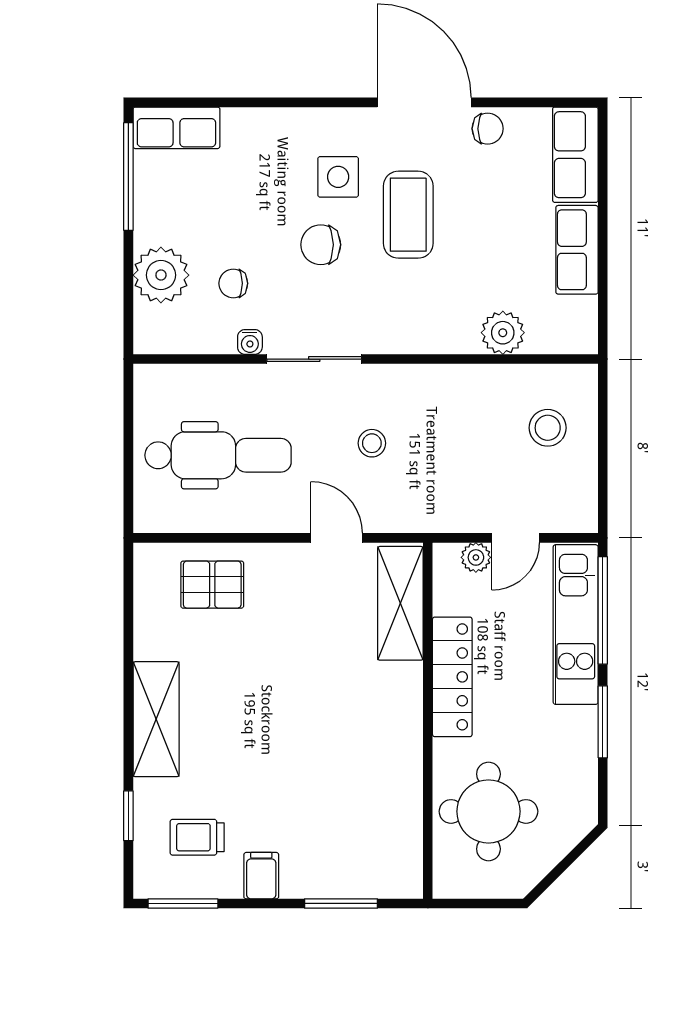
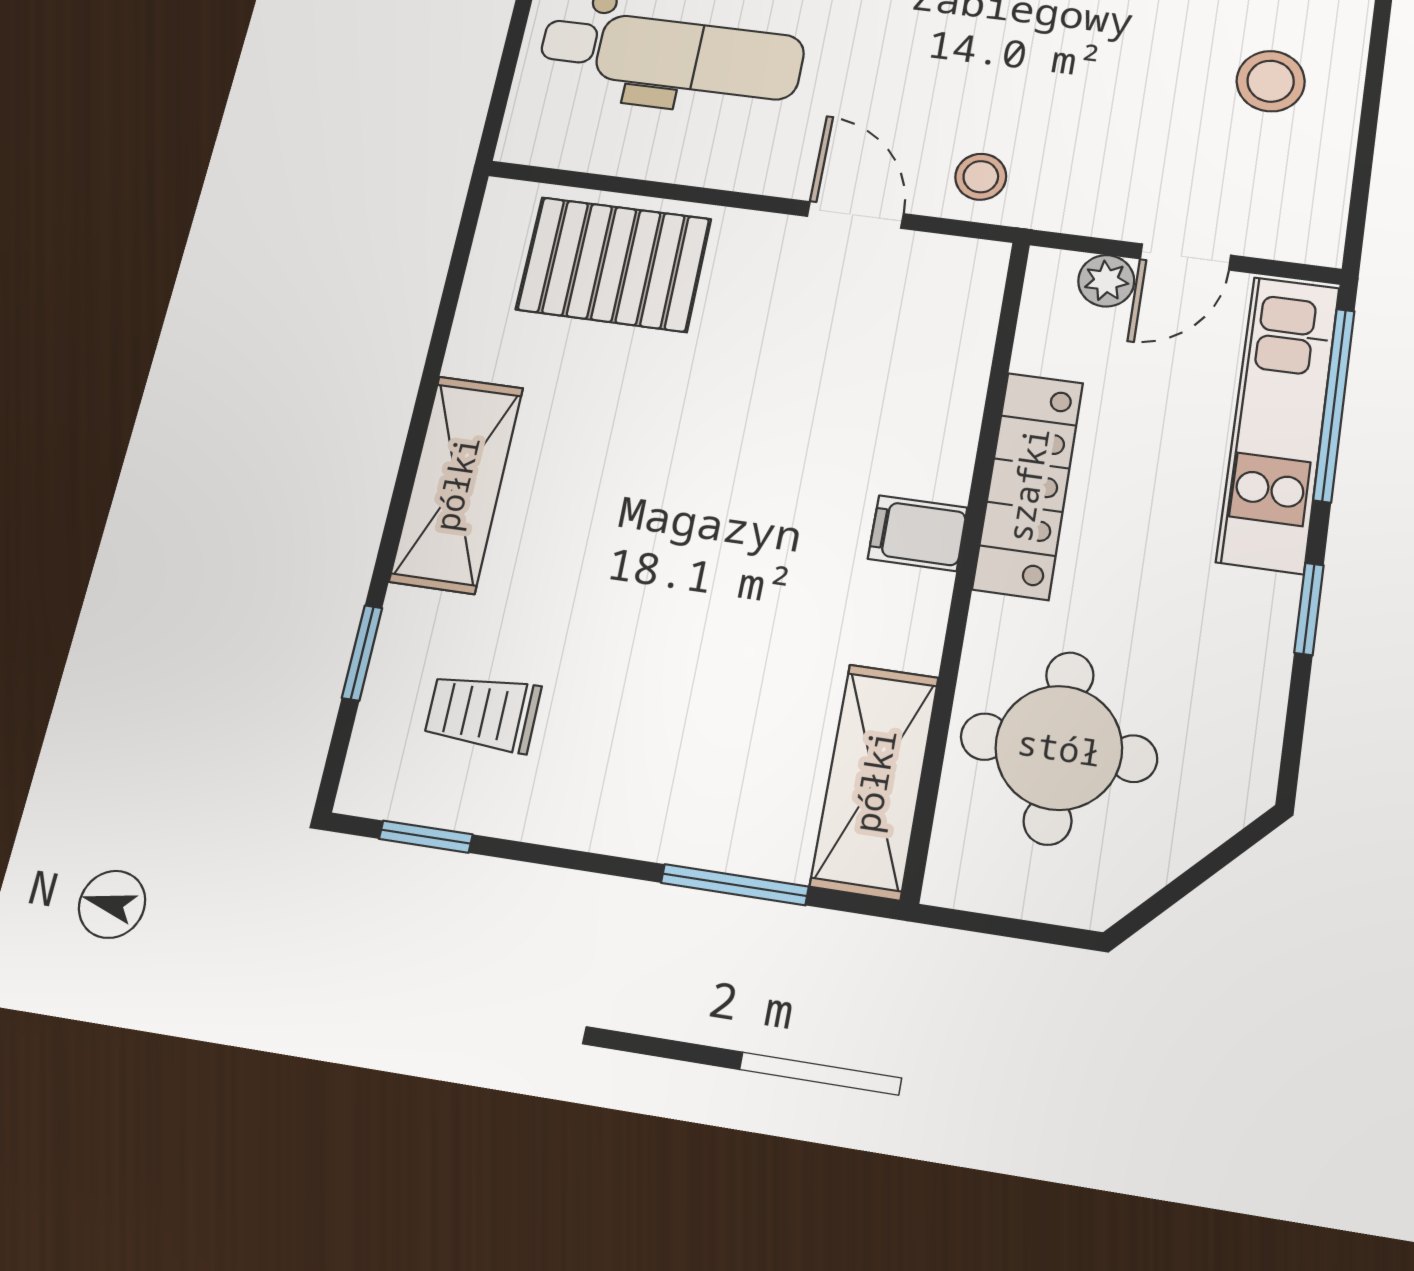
stool: (372, 443) -> (981, 177), moved
pallet: (212, 585) -> (614, 264), width x1.50, depth x1.42
shelving: (400, 603) -> (875, 781), moved
window: (603, 722) -> (1309, 609), width x0.67
filing cabinet: (261, 876) -> (918, 533), moved, turned -90
window: (183, 903) -> (426, 837), width x0.67

